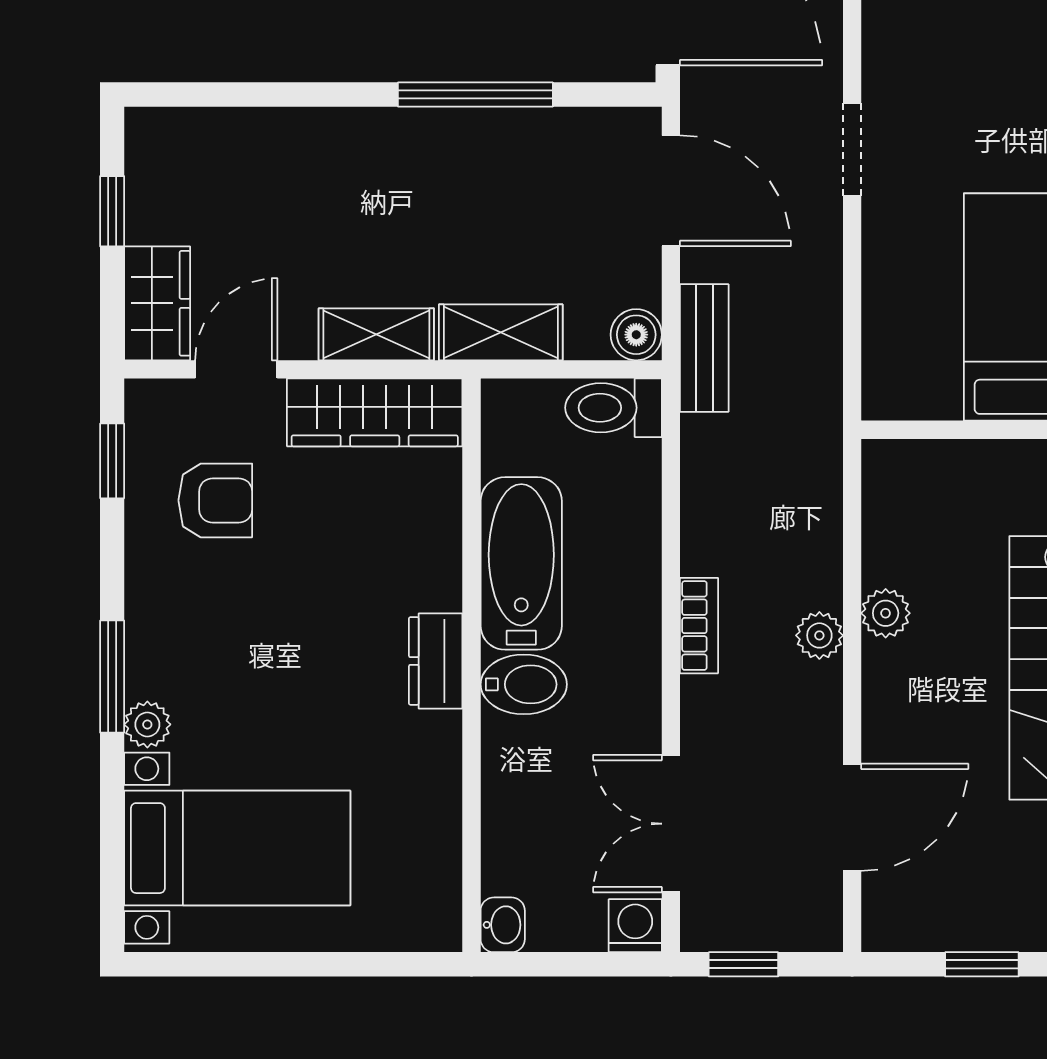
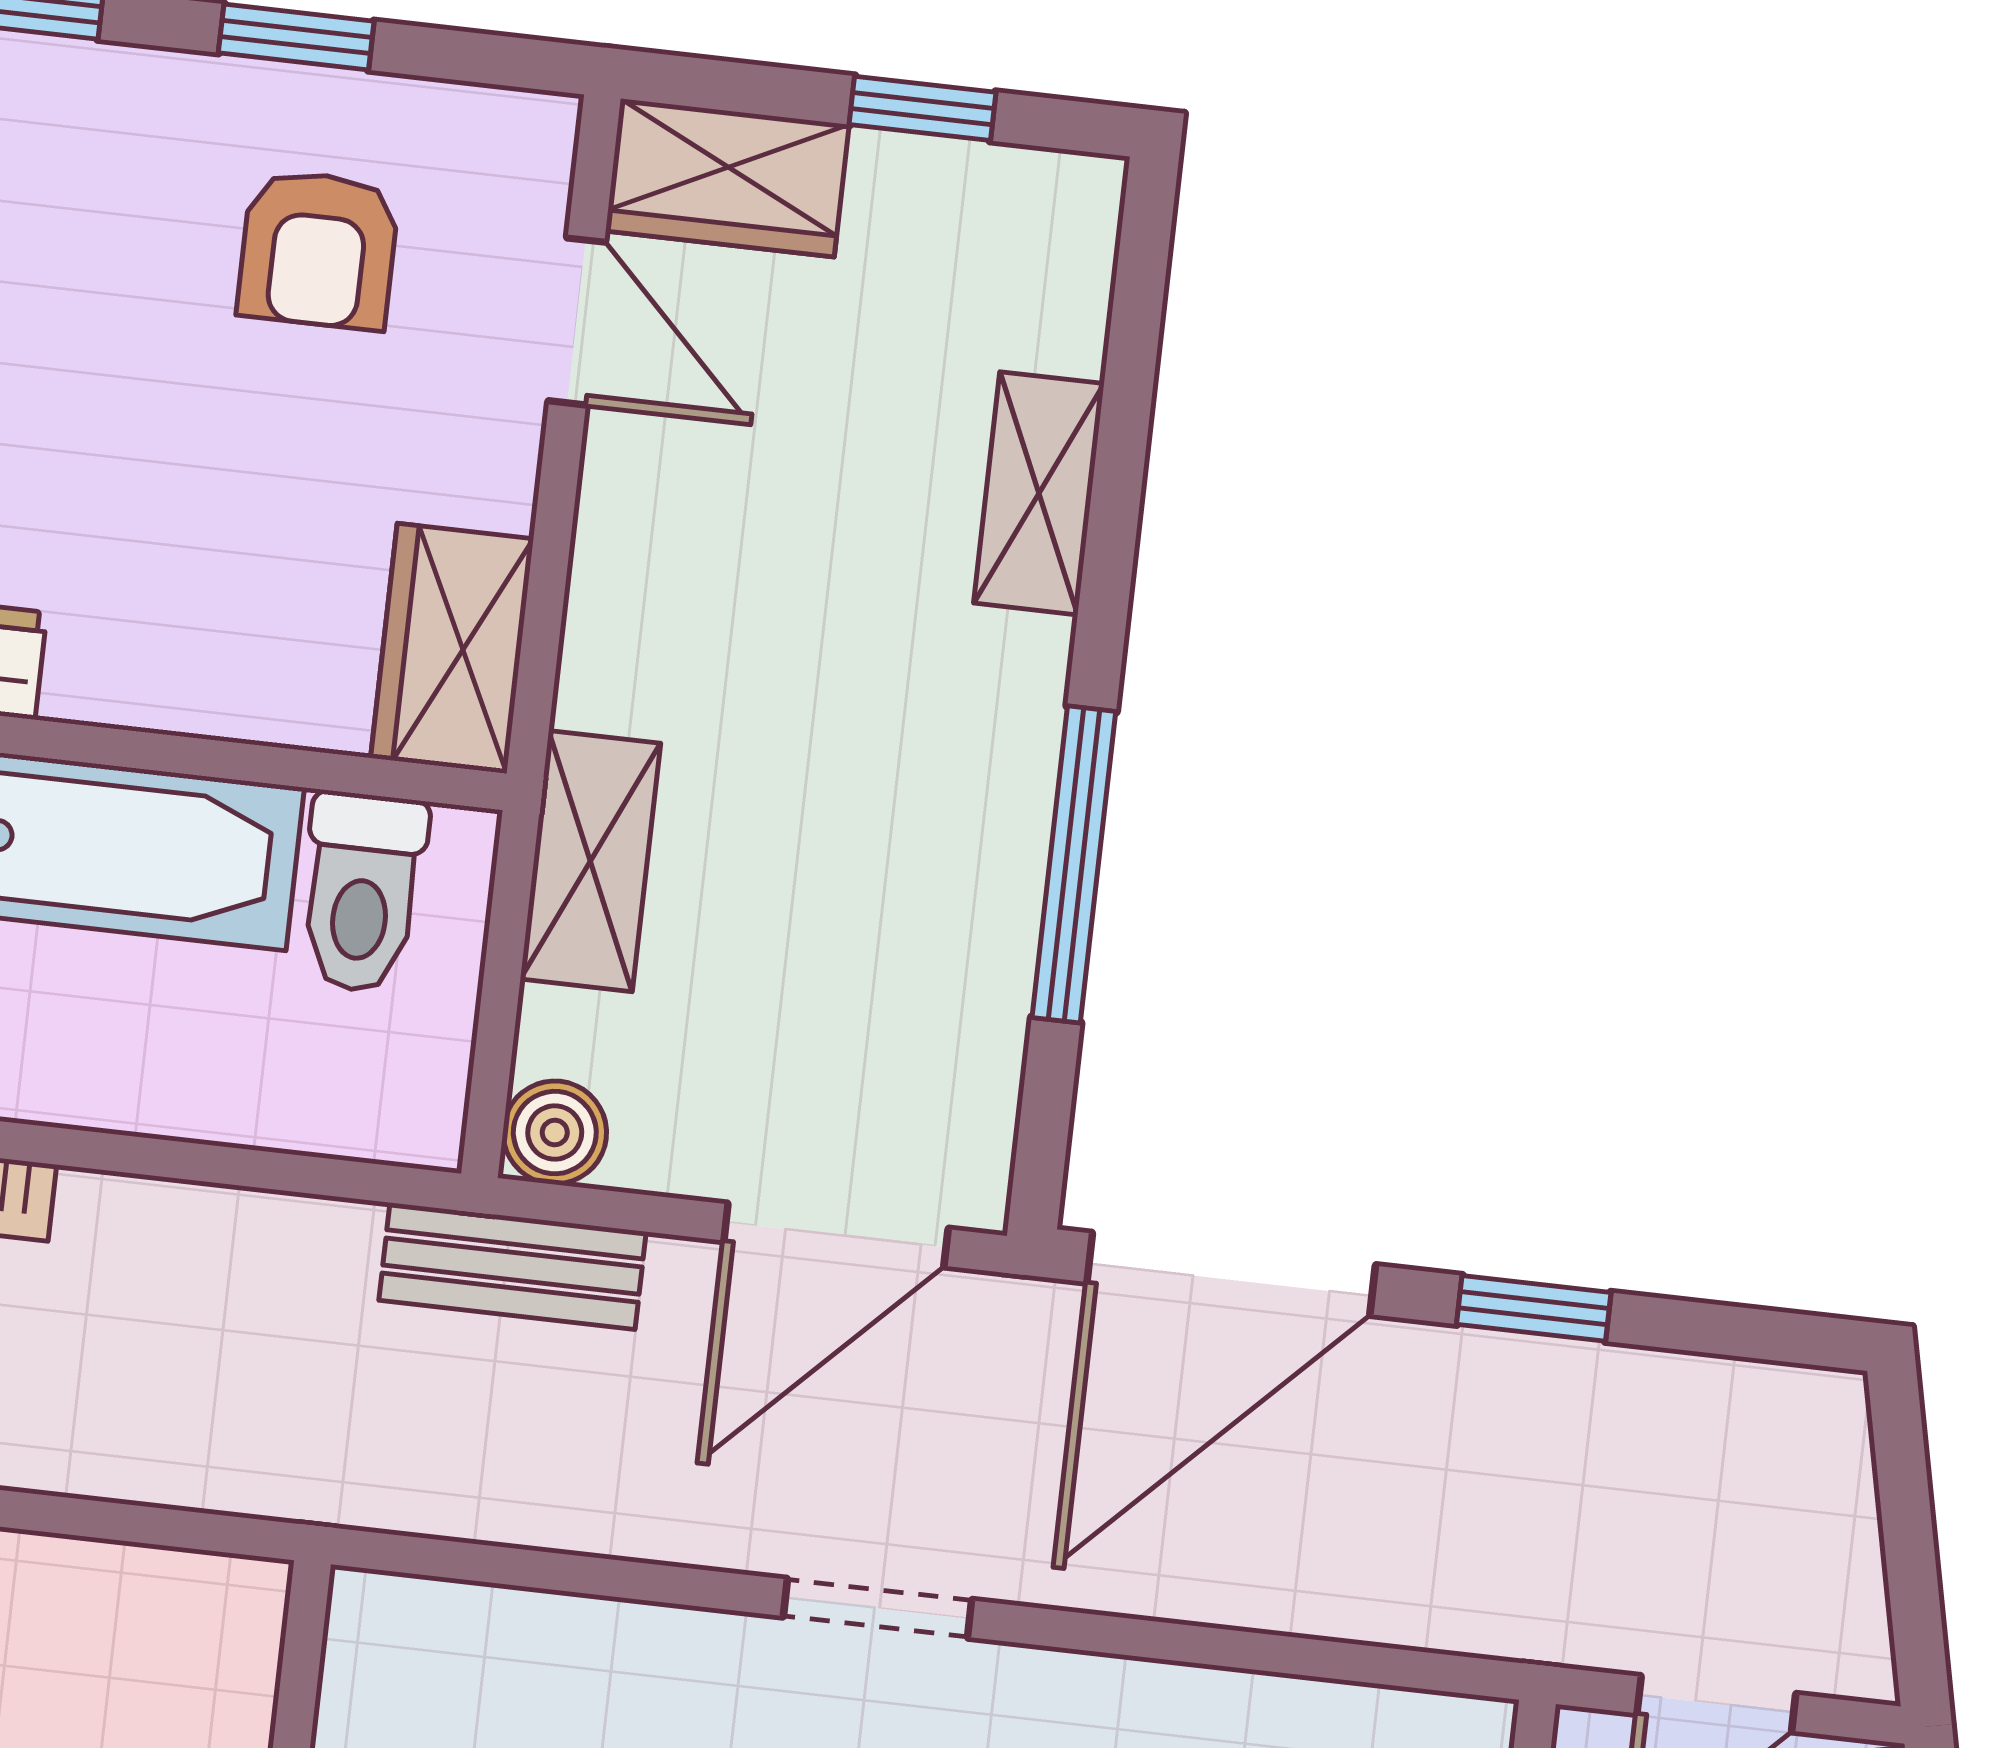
shelving: (376, 334) -> (1039, 493), moved
toilet: (613, 408) -> (362, 892), moved, turned 180
wardrobe: (375, 412) -> (452, 648), width x0.67
window: (112, 461) -> (296, 37), moved

